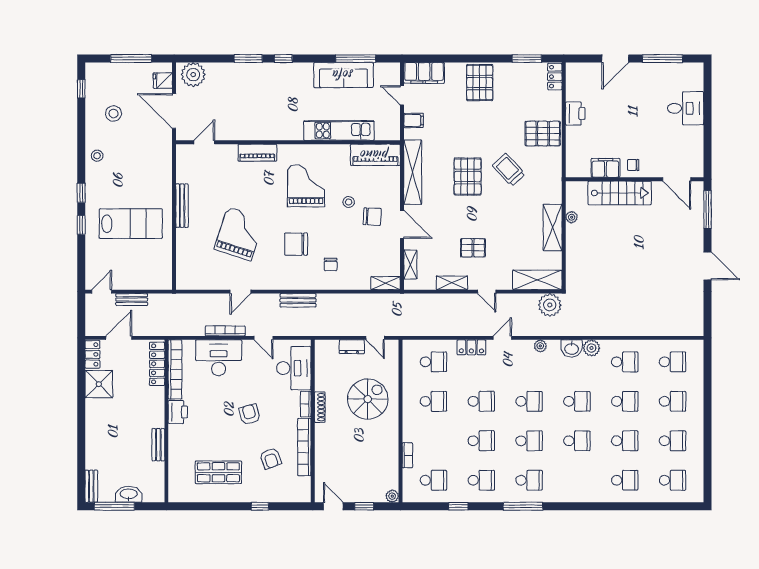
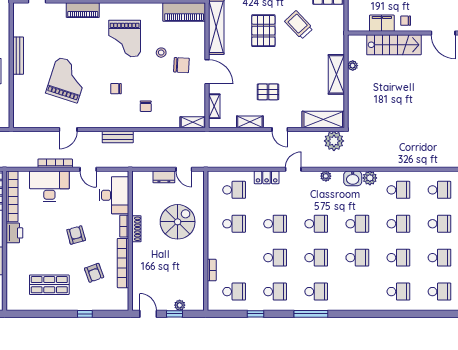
grand piano: (306, 186) -> (125, 39), turned 180
chair: (296, 244) -> (116, 89), width x0.54, depth x0.54
plant: (392, 496) -> (180, 305), moved

